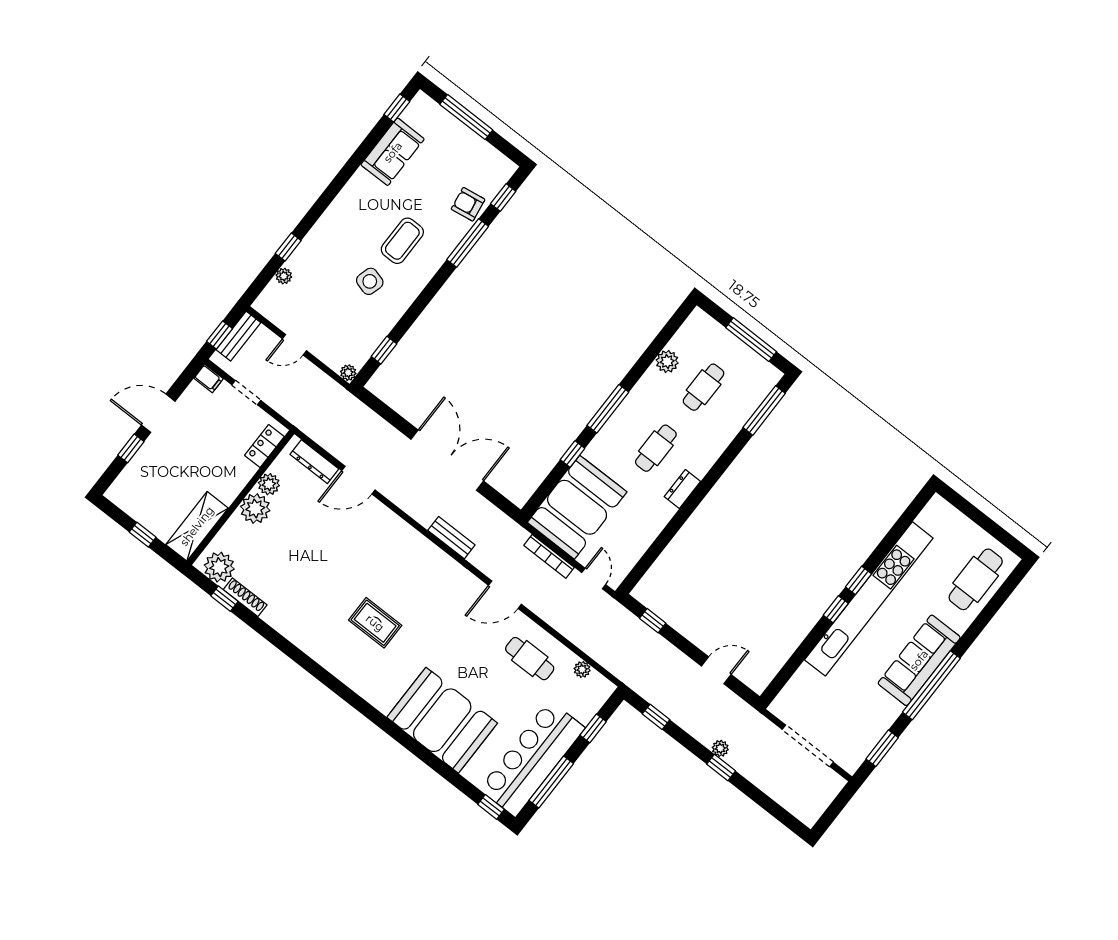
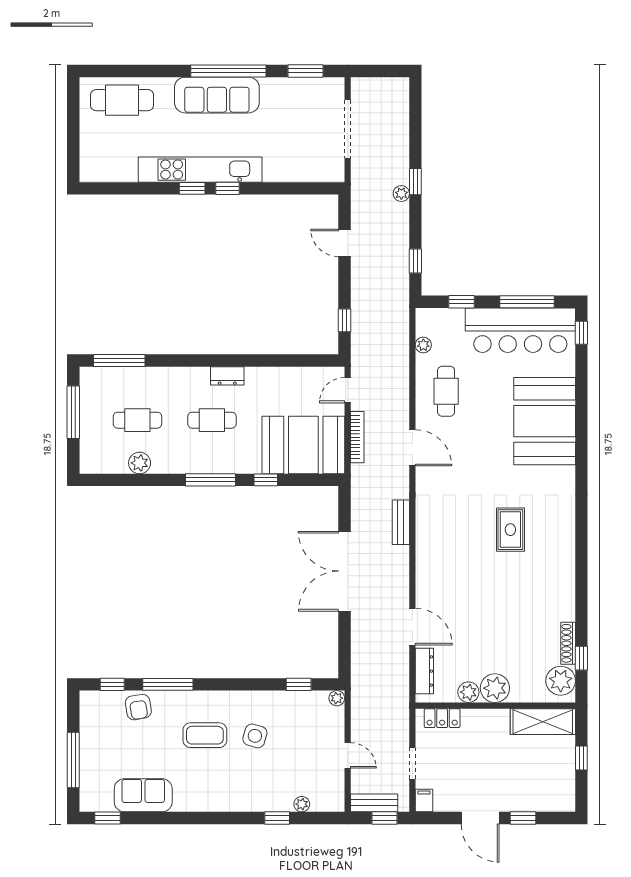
kitchen unit: (869, 599) -> (200, 170), width x0.73

